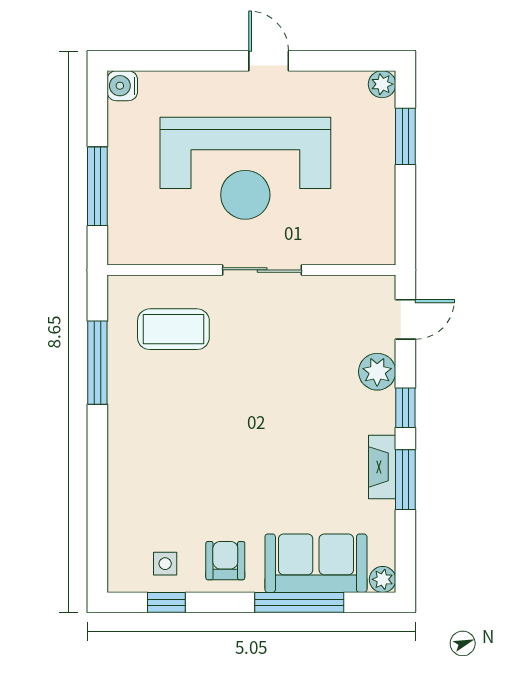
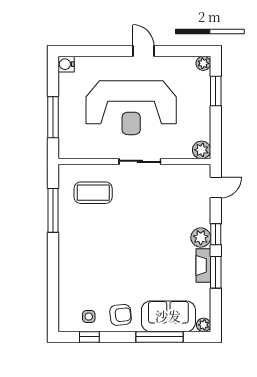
plant: (379, 248) -> (202, 150), added
plant: (377, 372) -> (201, 238), moved
armchair: (225, 561) -> (121, 315), turned 84

